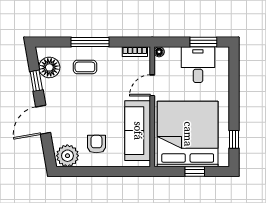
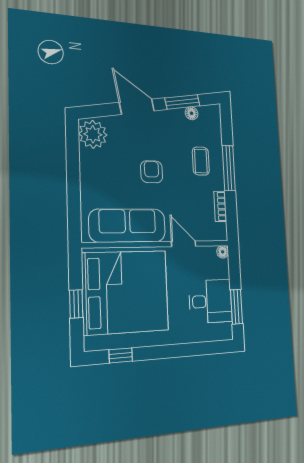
bookcase: (135, 52) -> (220, 206), moved
floor lamp: (49, 67) -> (192, 113), width x0.53, depth x0.53
window: (36, 81) -> (182, 102), width x1.50
armchair: (96, 144) -> (152, 172), moved, turned -90

